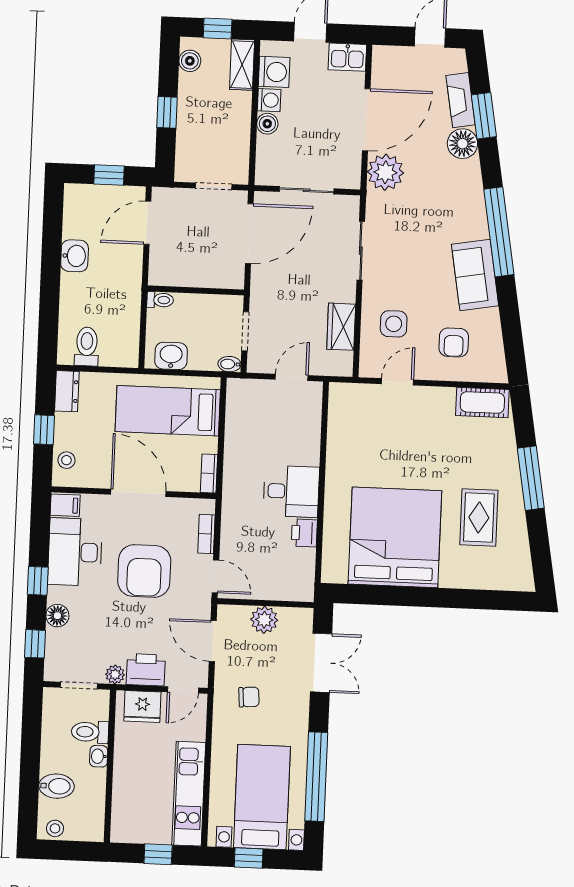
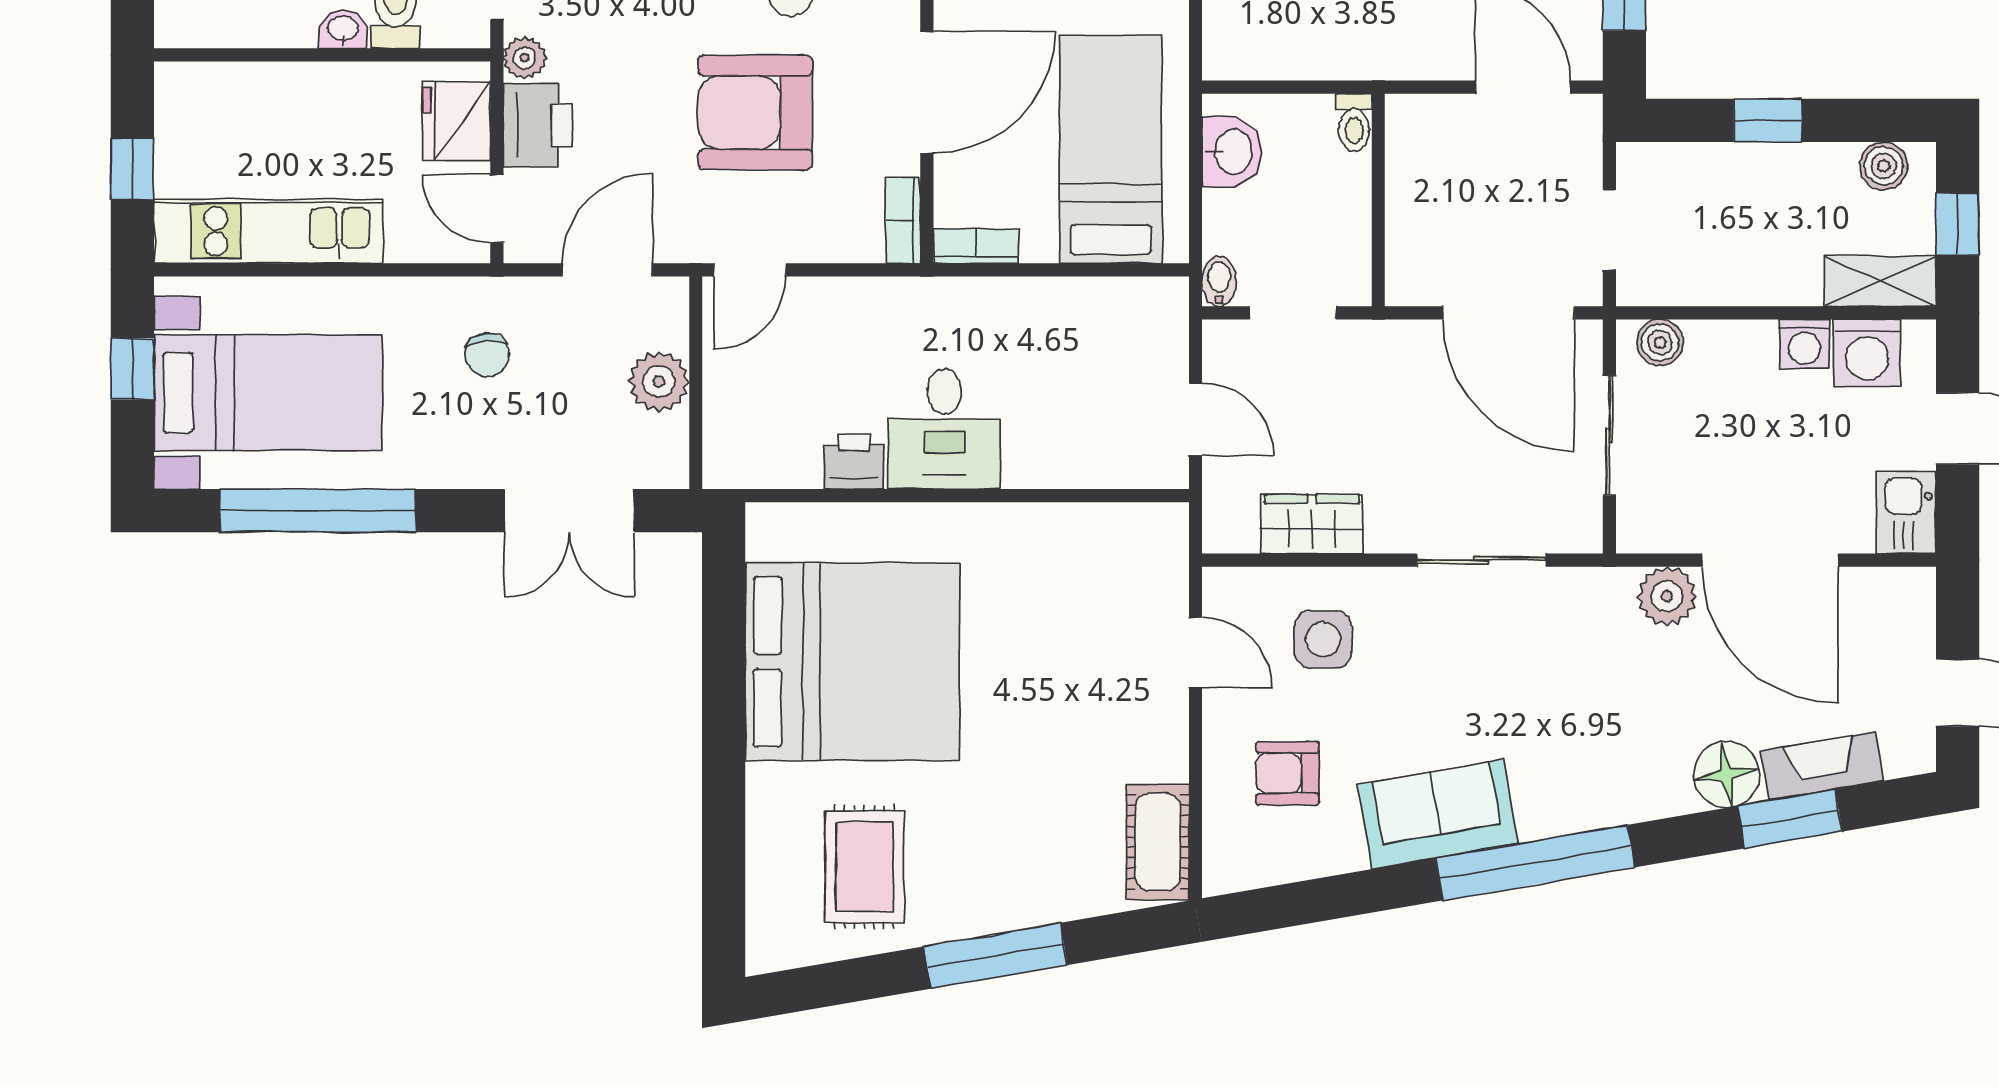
boiler: (267, 124) -> (1660, 342), moved
plant: (385, 172) -> (1667, 596), width x0.73, depth x0.73
rug: (479, 517) -> (864, 867), moved, turned 90
bookcase: (206, 534) -> (903, 220), moved, turned -90

